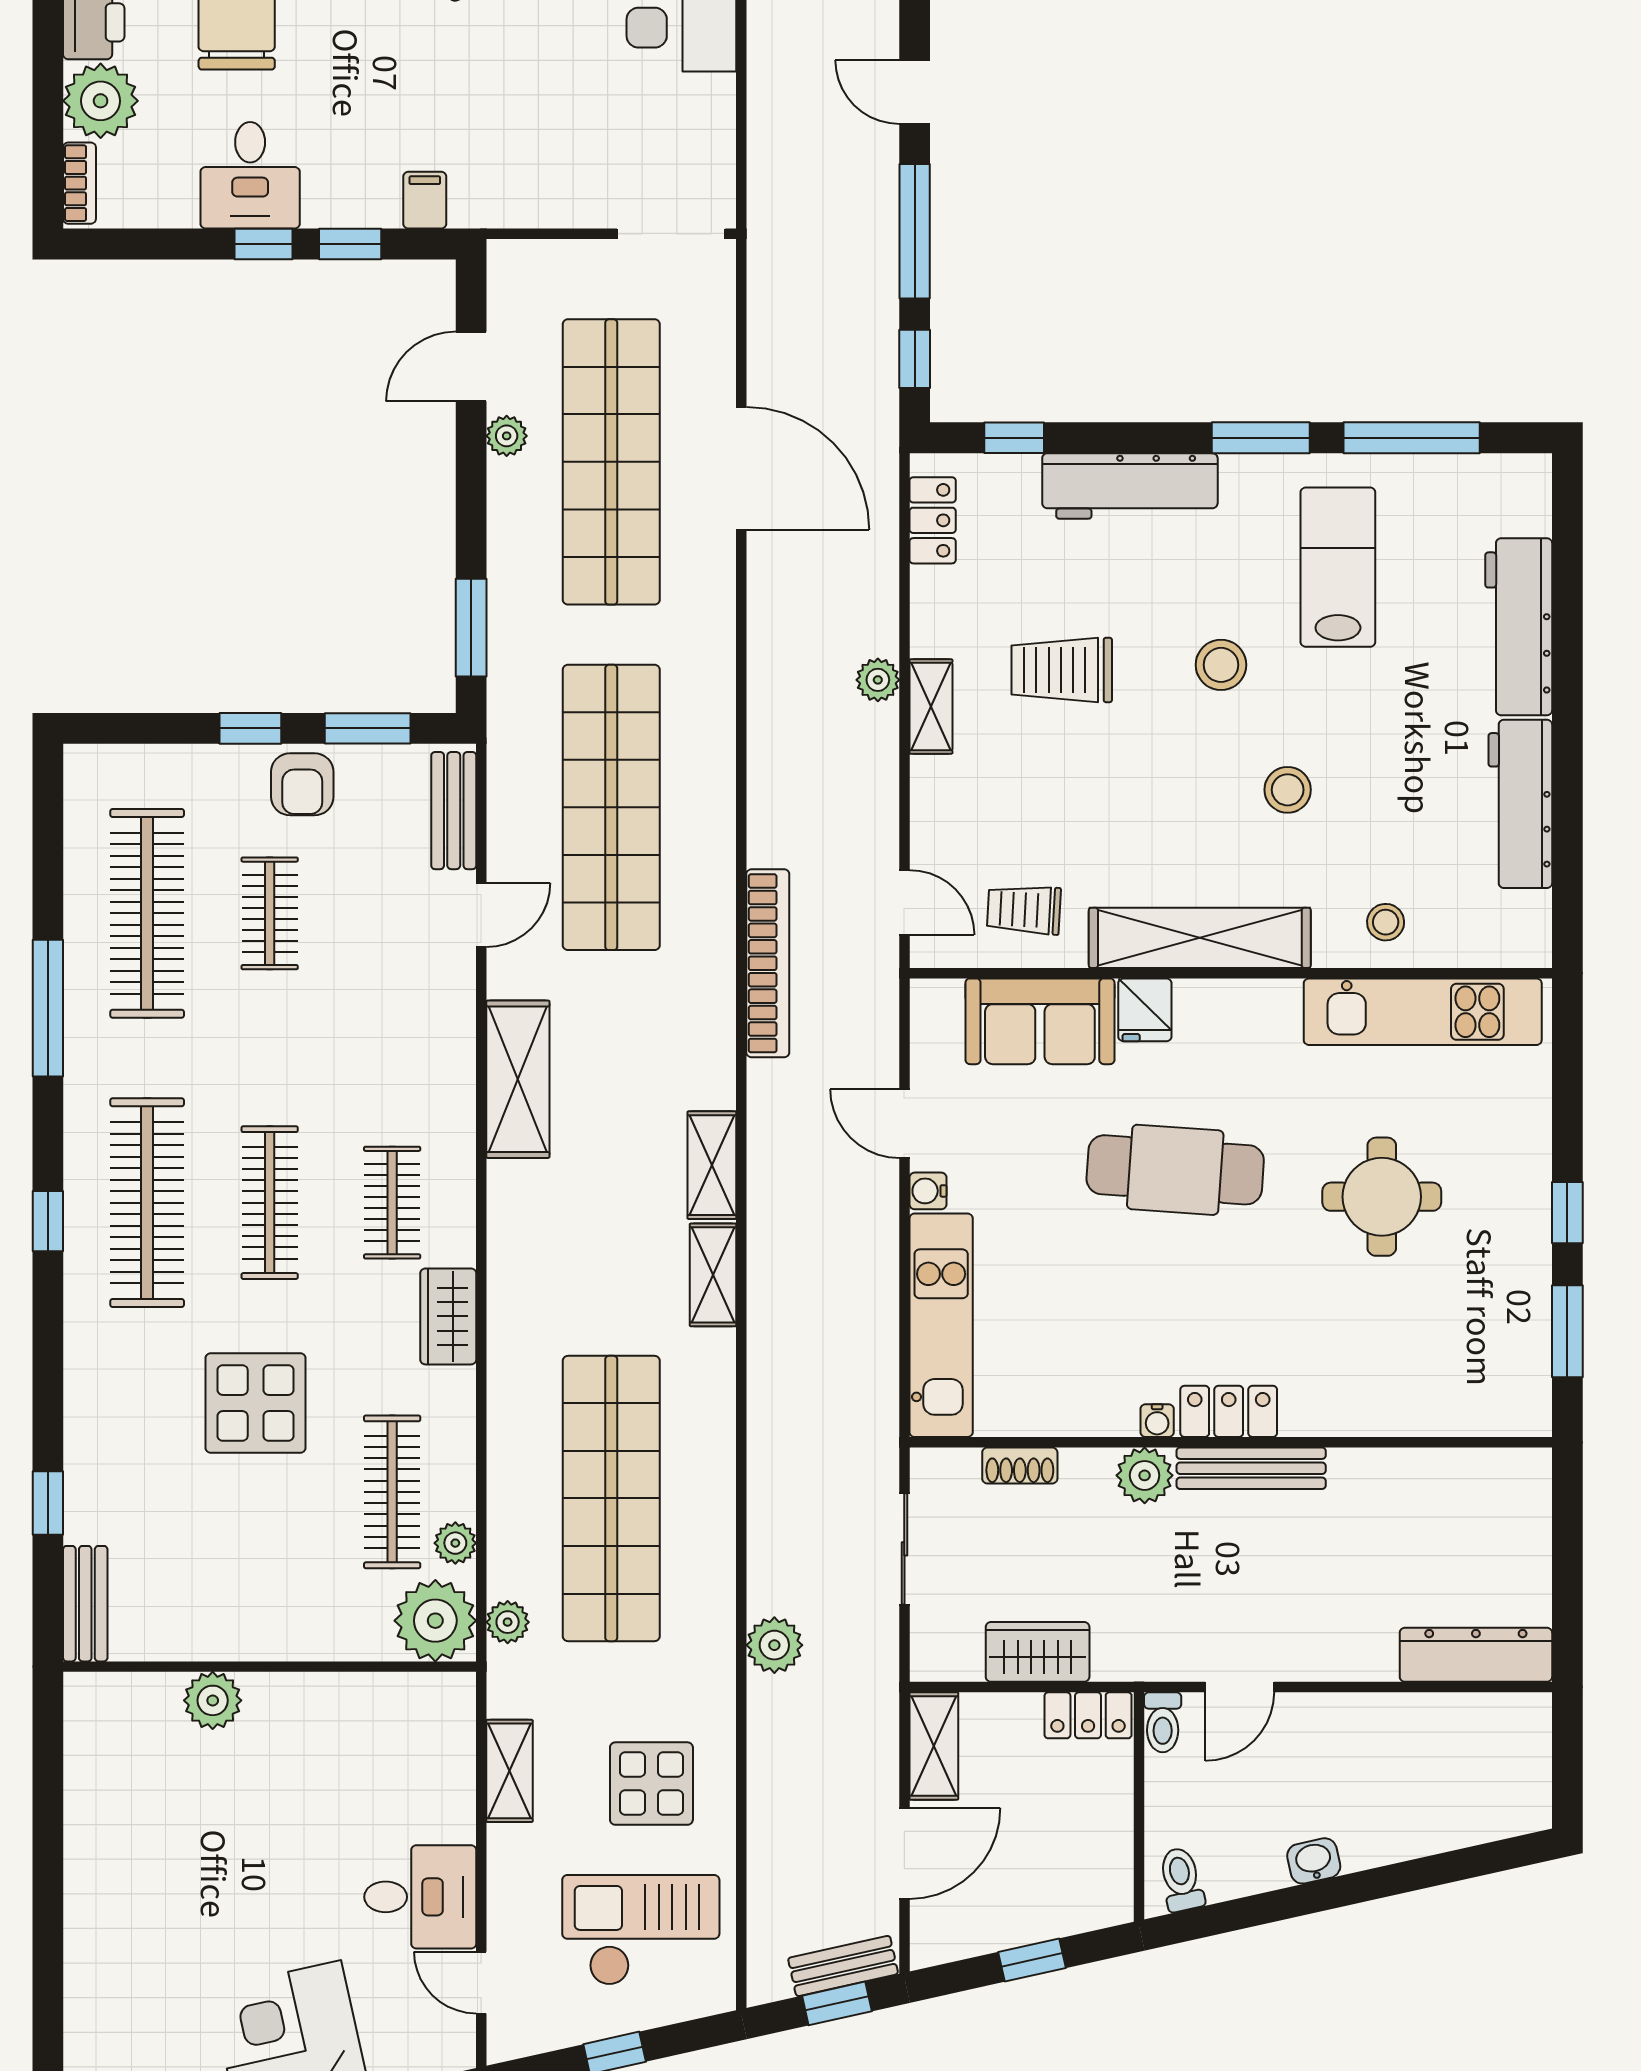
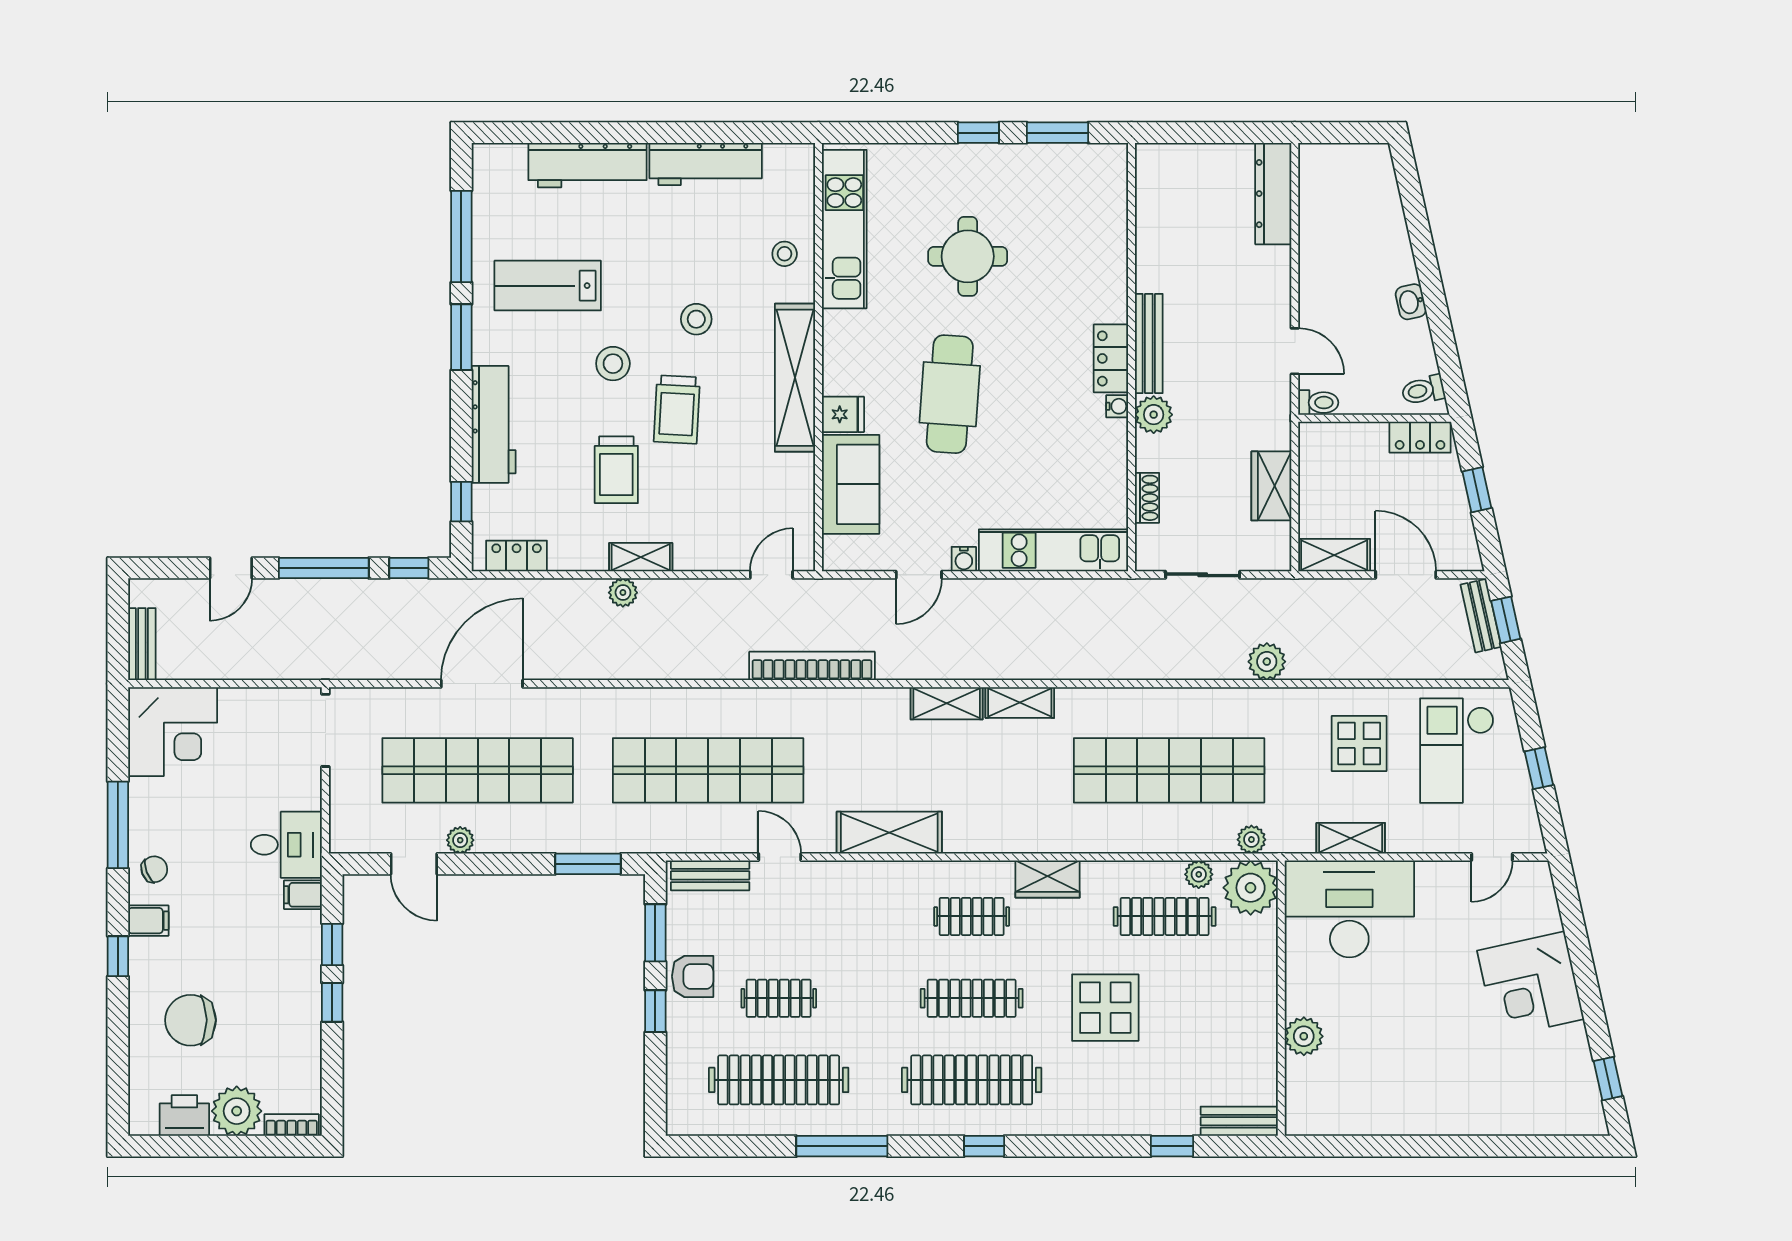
desk: (250, 175) -> (286, 845), moved
trolley: (1024, 910) -> (677, 409), moved, width x1.36, depth x1.39
locker: (1088, 1715) -> (1420, 437), moved, turned 90
desk: (420, 1897) -> (1349, 909), moved, width x1.87, depth x1.30

